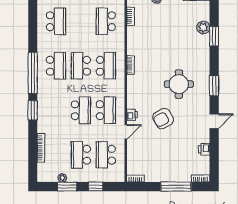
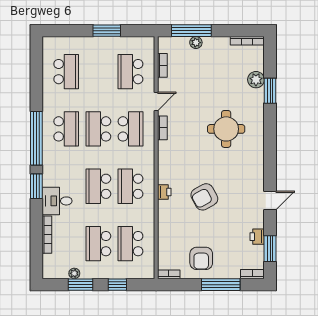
round table: (179, 84) -> (226, 129), moved
window: (214, 86) -> (270, 249), moved
school desk: (81, 110) -> (98, 186), turned 180
school desk: (106, 110) -> (130, 186), turned 180
desk: (49, 122) -> (57, 201), added
door: (126, 132) -> (156, 101), moved
armchair: (161, 166) -> (201, 258), added

